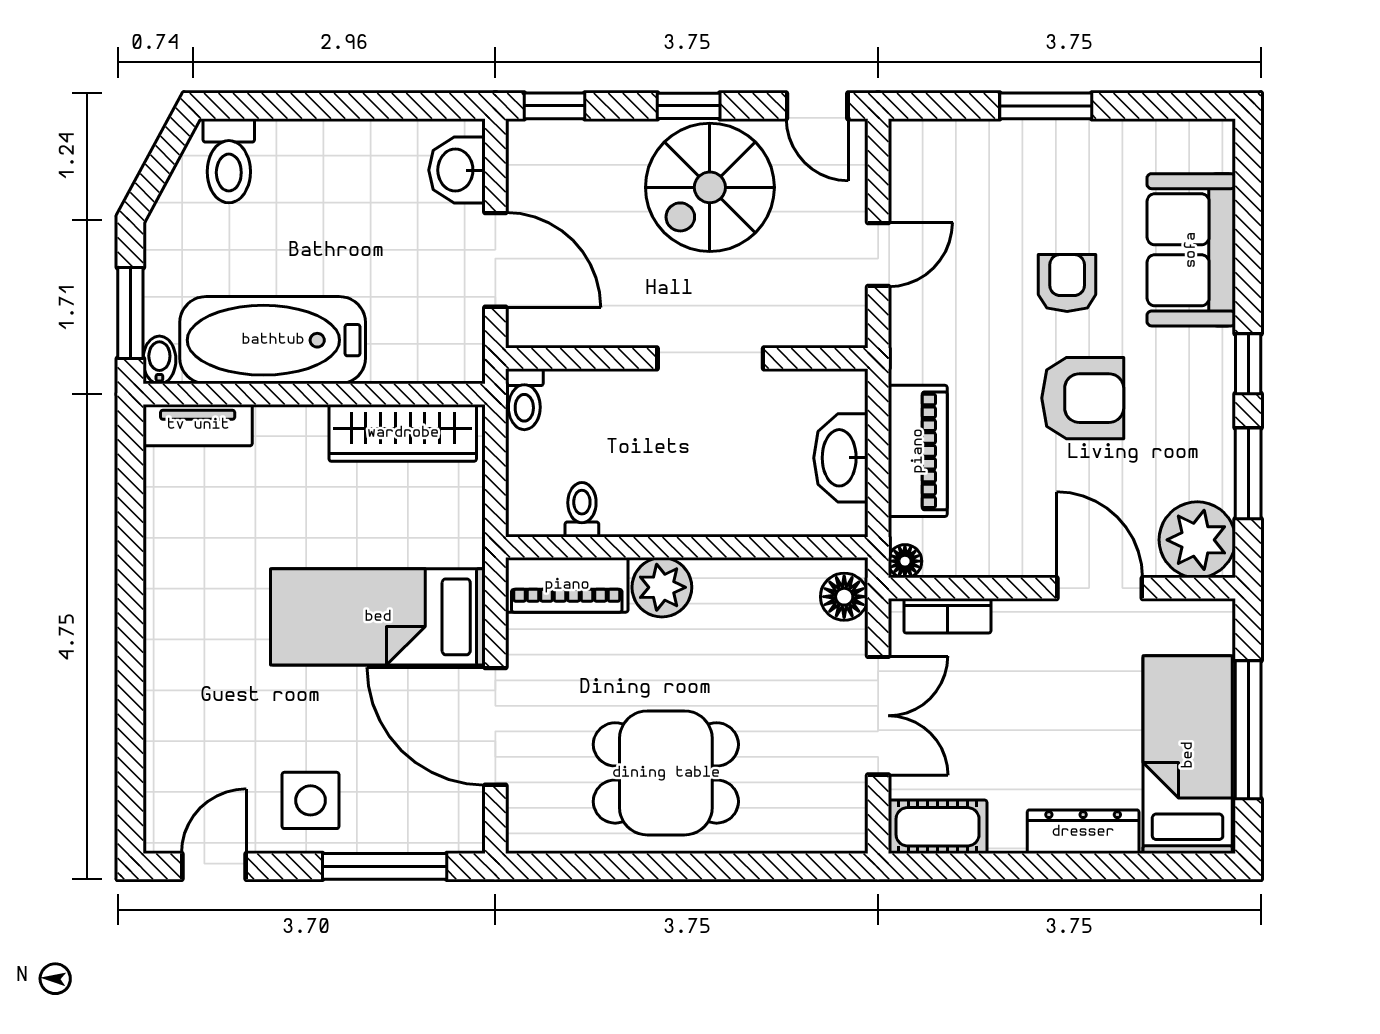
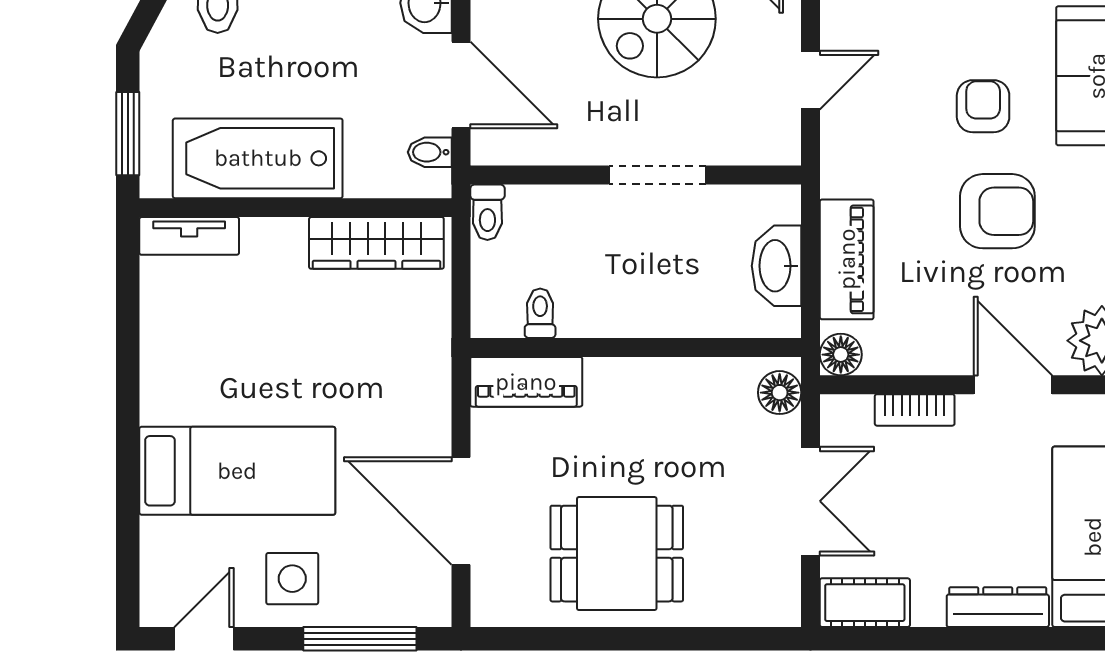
bidet: (159, 360) -> (430, 152), moved, turned -90
floor lamp: (905, 561) -> (841, 355), width x1.37, depth x1.37
plant: (662, 587) -> (613, 384), removed
bookcase: (947, 616) -> (915, 410), moved
bed: (378, 617) -> (237, 471), moved, turned 180

